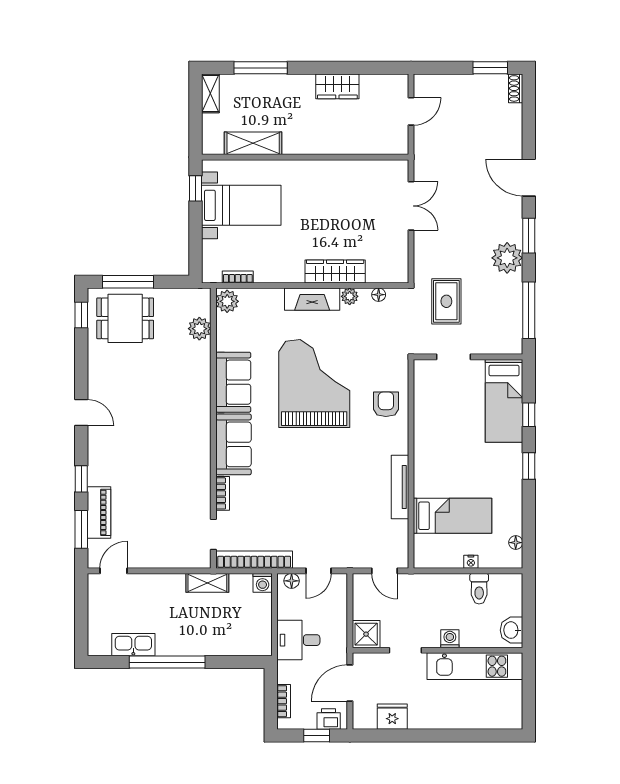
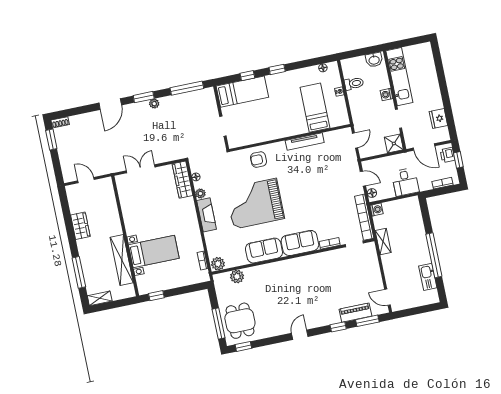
shelving: (253, 143) -> (122, 260), width x1.47
bed with nightstands: (241, 205) -> (154, 252), moved, turned 90
plant: (507, 258) -> (154, 104), width x0.53, depth x0.53
wardrobe: (335, 271) -> (182, 180), moved
rug: (446, 301) -> (192, 137), removed

